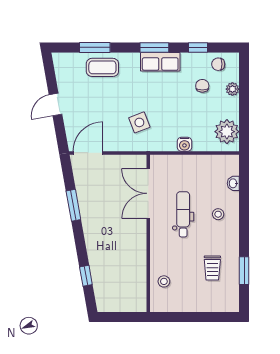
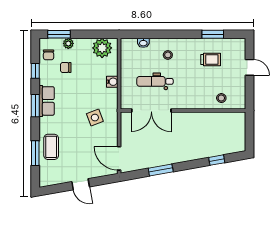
window: (244, 77) -> (59, 34), added
dental chair: (183, 214) -> (155, 81), moved
door: (203, 317) -> (250, 67), added

